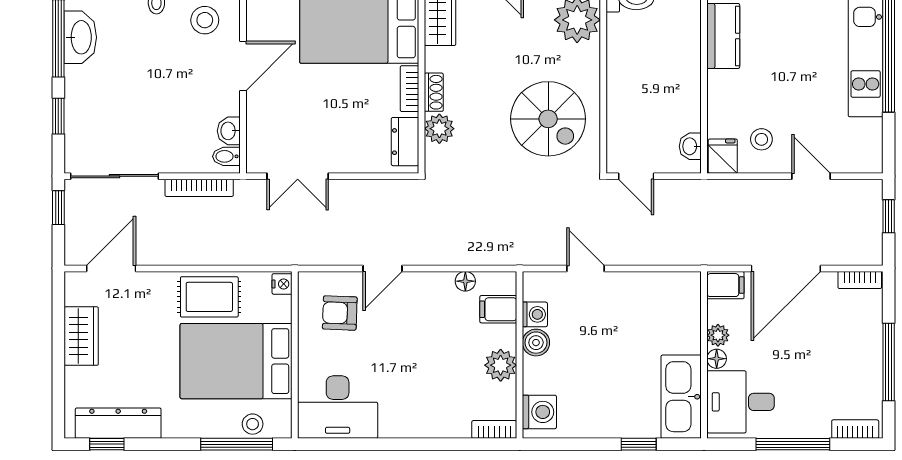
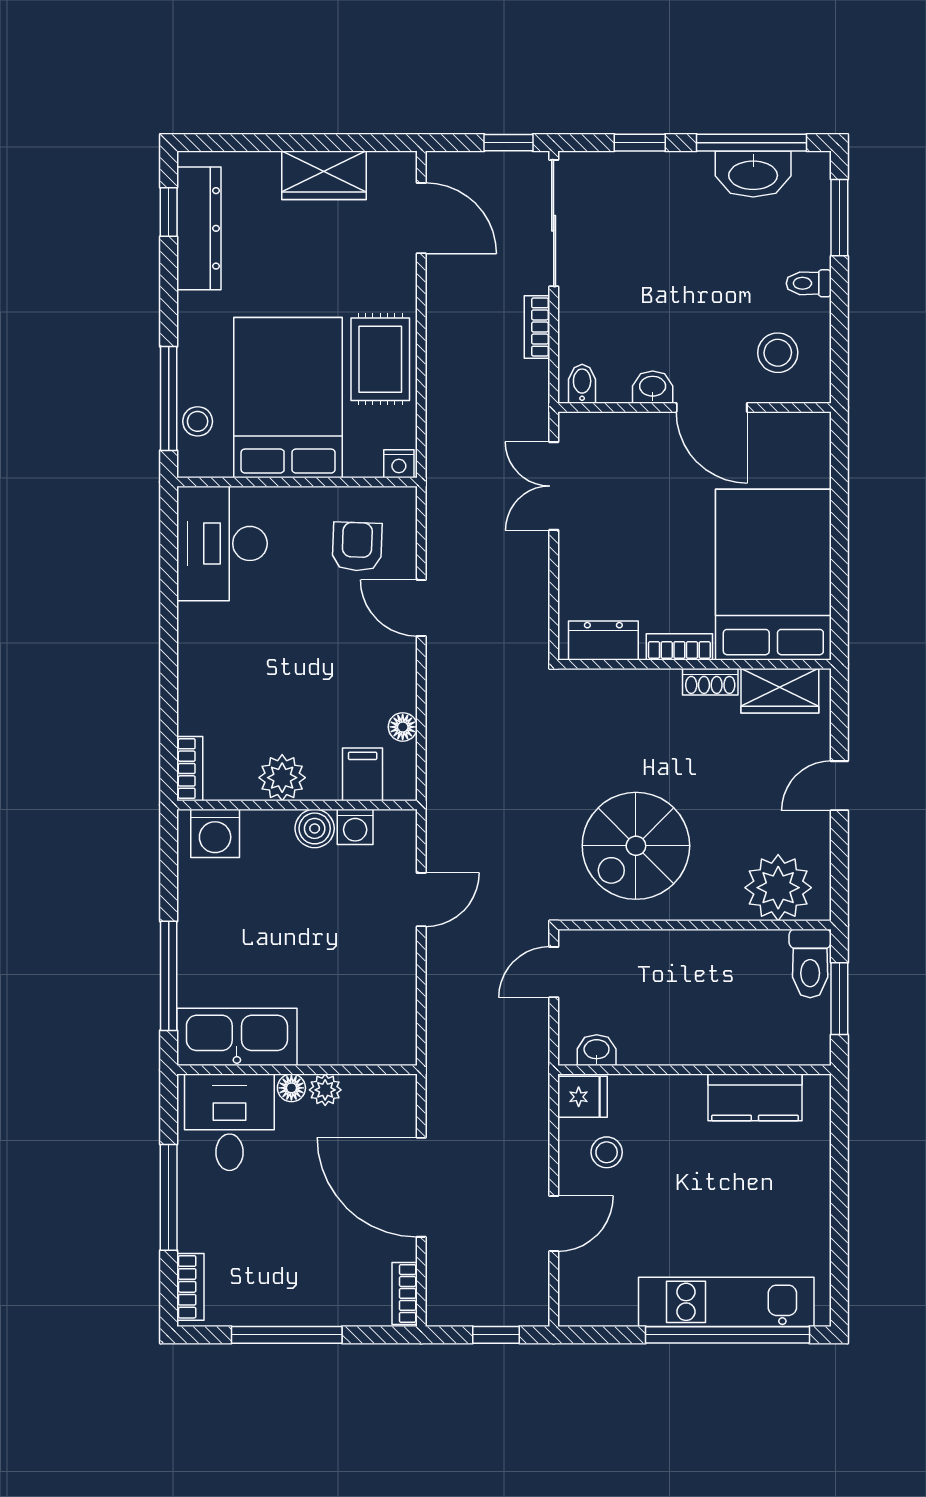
shoe rack: (434, 92) -> (710, 682), moved
plant: (439, 129) -> (622, 690), removed
washbasin: (229, 131) -> (653, 387), moved
bookcase: (199, 188) -> (537, 327), width x0.64
filing cabinet: (725, 285) -> (397, 1100), removed
window: (639, 444) -> (169, 976), width x2.17

